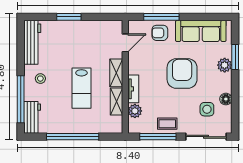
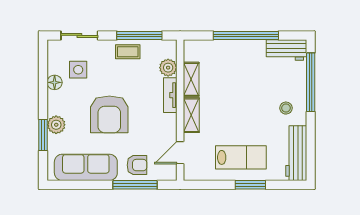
lab bench: (81, 88) -> (241, 157), moved, turned 90
workbench: (32, 117) -> (287, 50), moved, turned -90
sliding door: (206, 137) -> (79, 35), width x0.73

